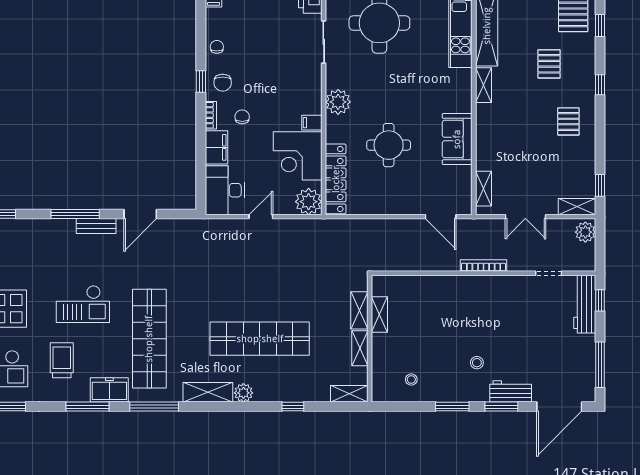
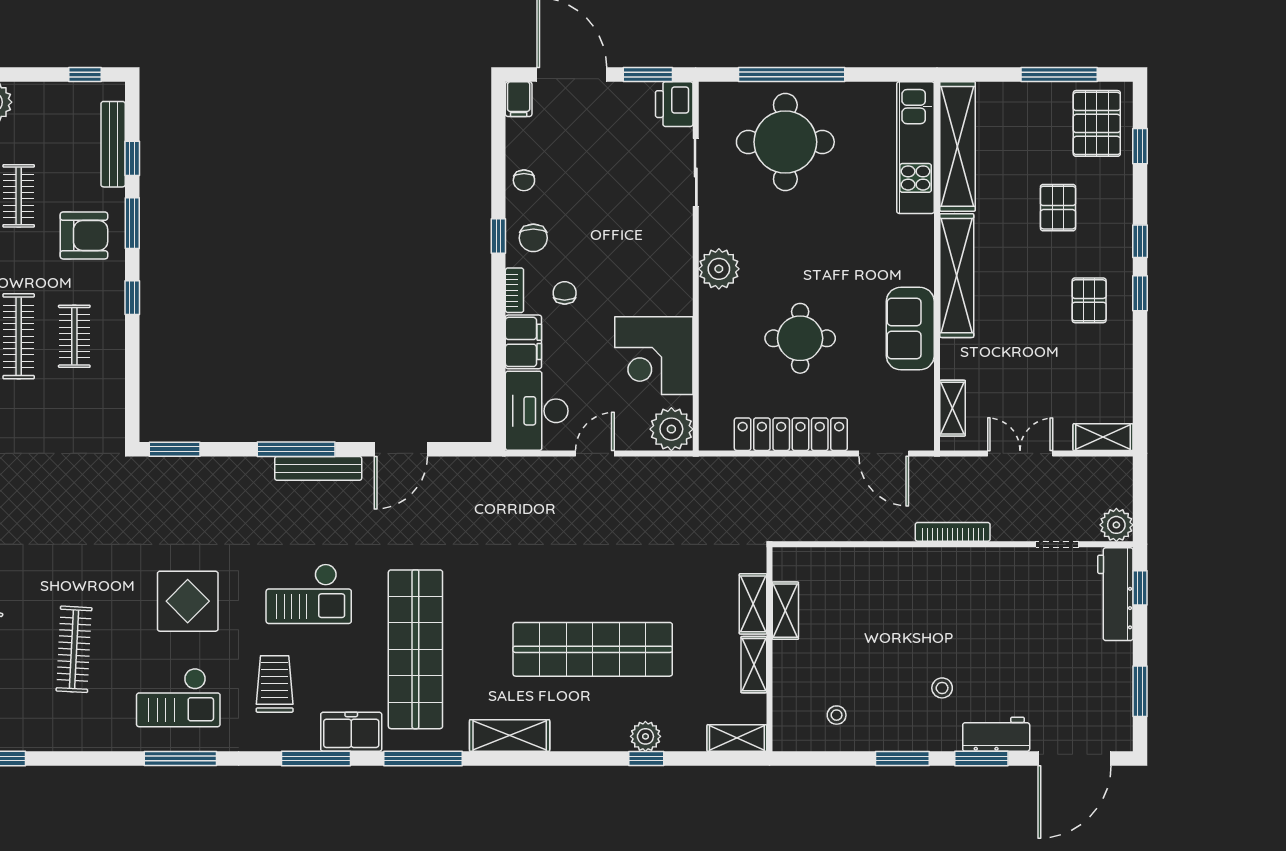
chair: (217, 47) -> (524, 180), turned 180
shelving: (483, 85) -> (957, 276), width x2.20, depth x1.33
filing cabinet: (312, 123) -> (677, 302), removed
locker: (336, 179) -> (791, 434), moved, turned -90
window: (600, 185) -> (1140, 293), moved
double door: (525, 217) -> (1020, 453), swing flipped
bench: (96, 226) -> (318, 468), width x1.36
plant: (585, 232) -> (1116, 525), moved
window: (600, 365) -> (1140, 691), width x0.69
plant: (243, 393) -> (645, 736), moved

